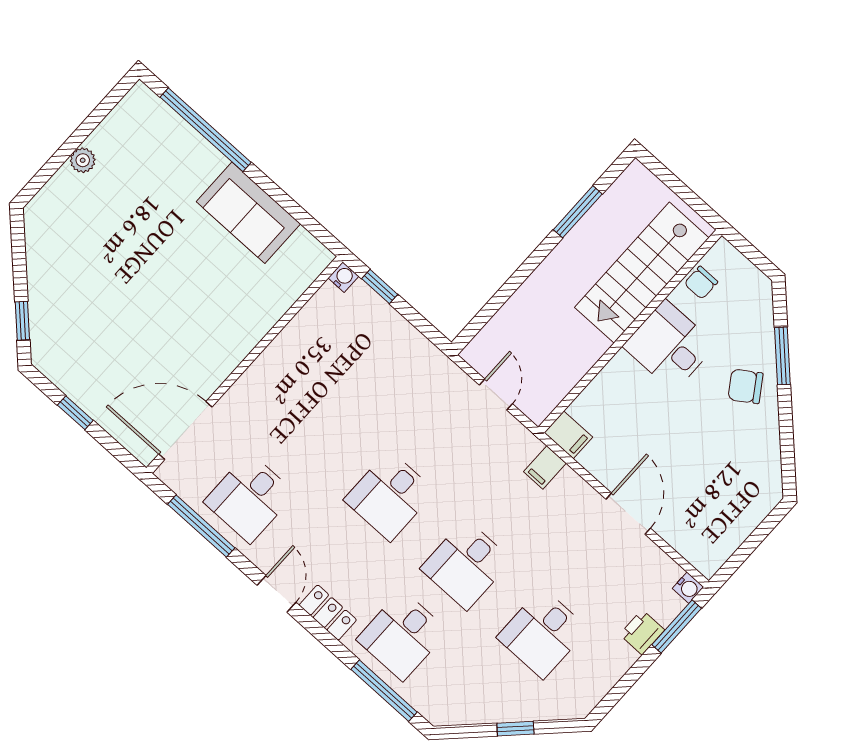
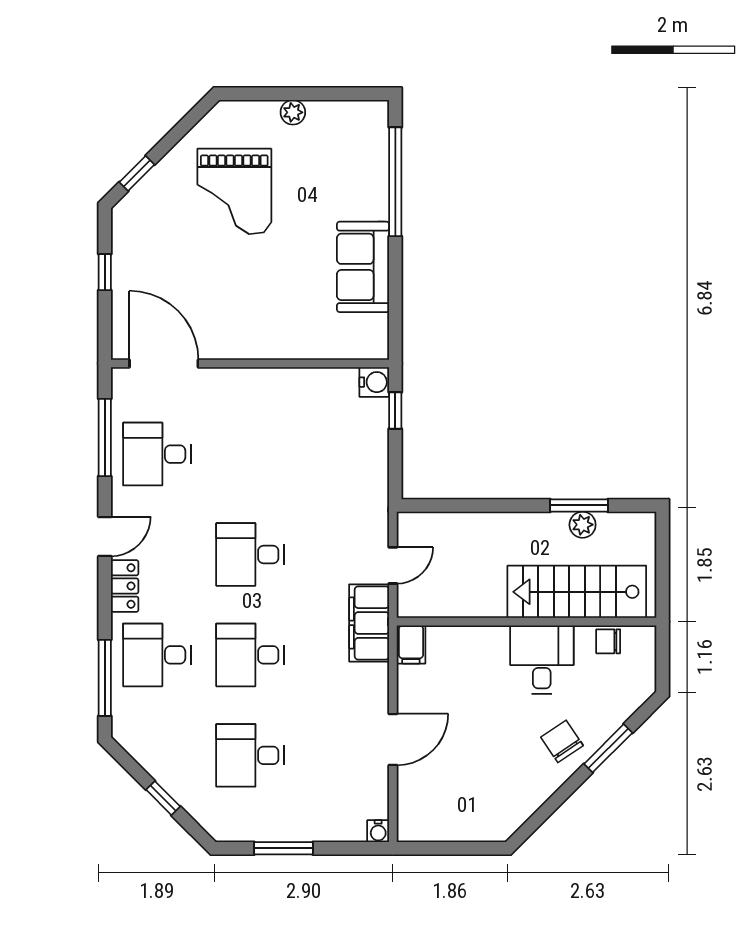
plant: (595, 222) -> (583, 525), added
grand piano: (103, 259) -> (234, 191), added
water cooler: (343, 277) -> (374, 382), width x1.38, depth x1.38
filing cabinet: (545, 467) -> (369, 623), width x3.00, depth x1.17
window: (677, 626) -> (283, 848), moved
printer: (642, 632) -> (316, 827), removed

